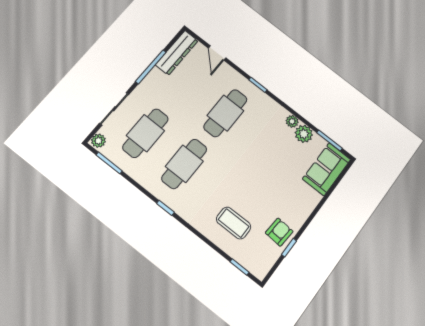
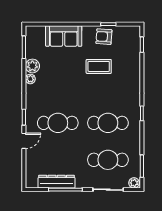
dresser: (177, 53) -> (57, 182), moved
door: (217, 53) -> (24, 141), moved
sofa: (327, 169) -> (64, 36), moved
coffee table: (234, 223) -> (99, 66), moved, turned 90

